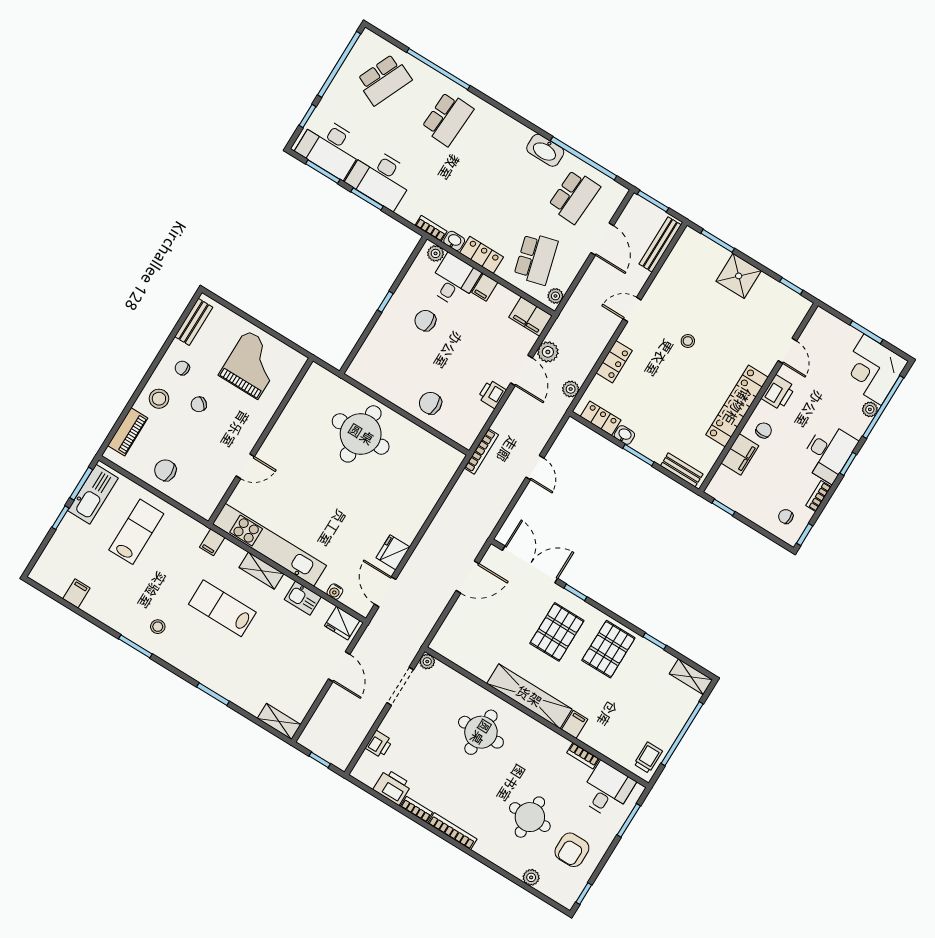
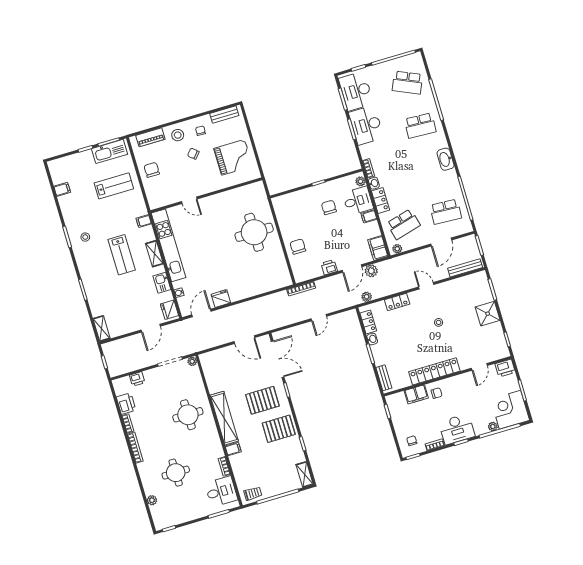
washbasin: (545, 150) -> (445, 159), moved
printer: (778, 393) -> (505, 368), moved
lab bench: (222, 608) -> (122, 255), turned 180
armchair: (572, 850) -> (181, 504), removed

